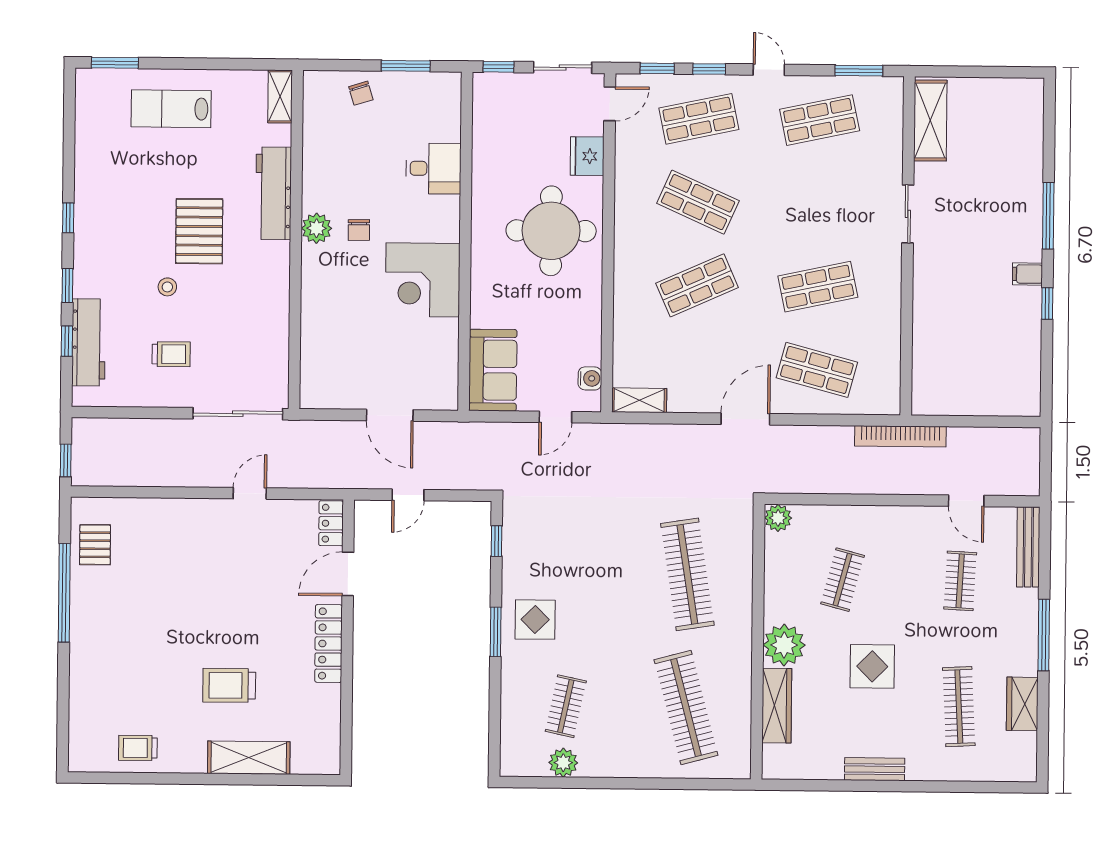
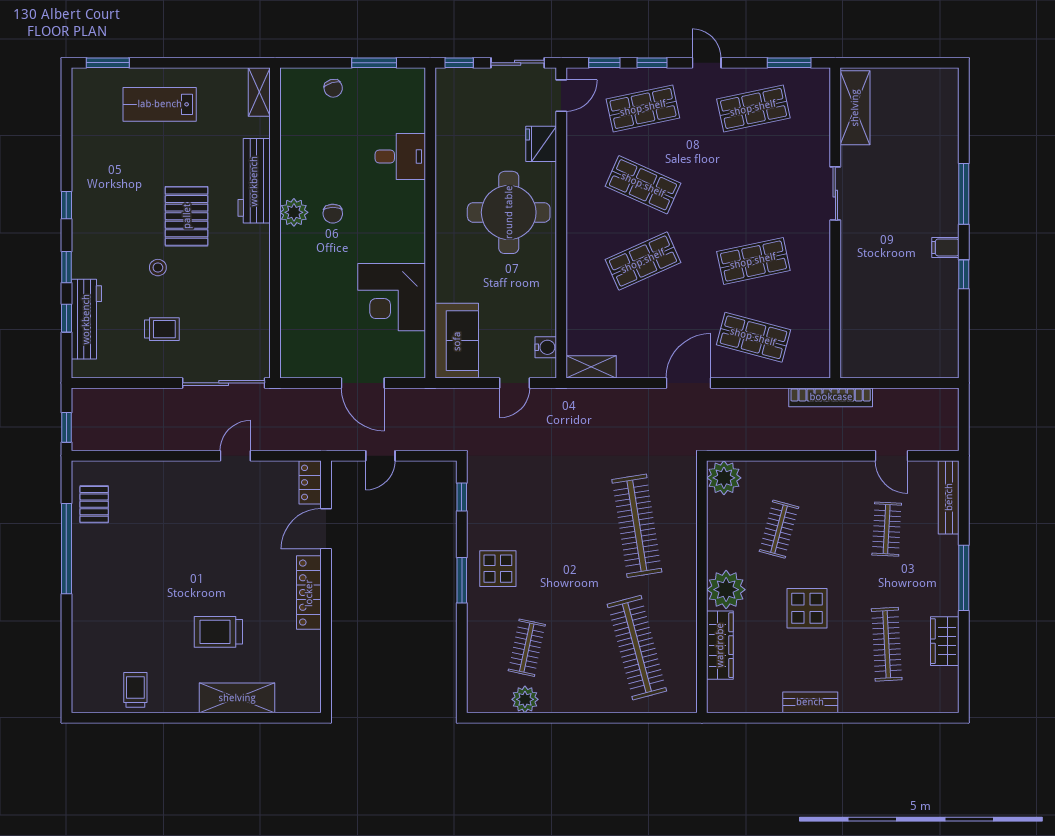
corner desk: (423, 280) -> (392, 297), moved
plant: (778, 518) -> (724, 478), width x1.36, depth x1.36
trolley: (138, 748) -> (135, 690), turned 90

